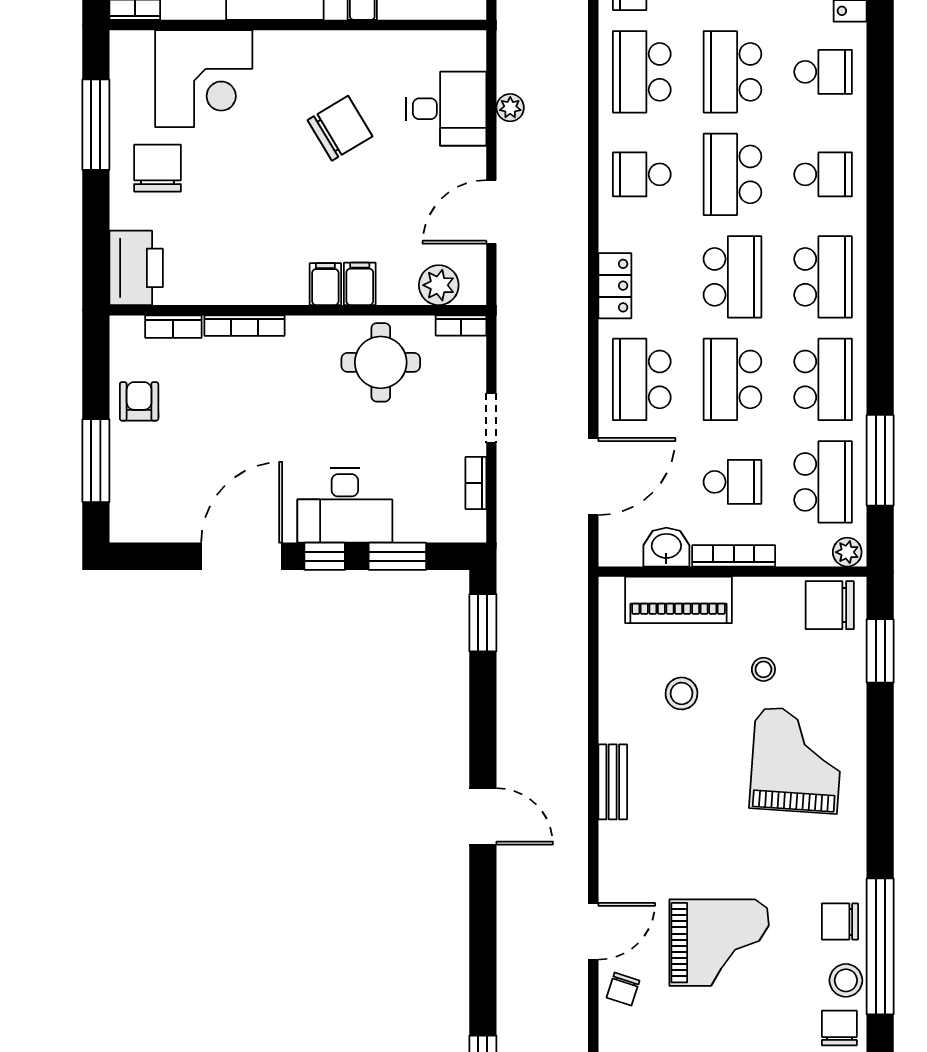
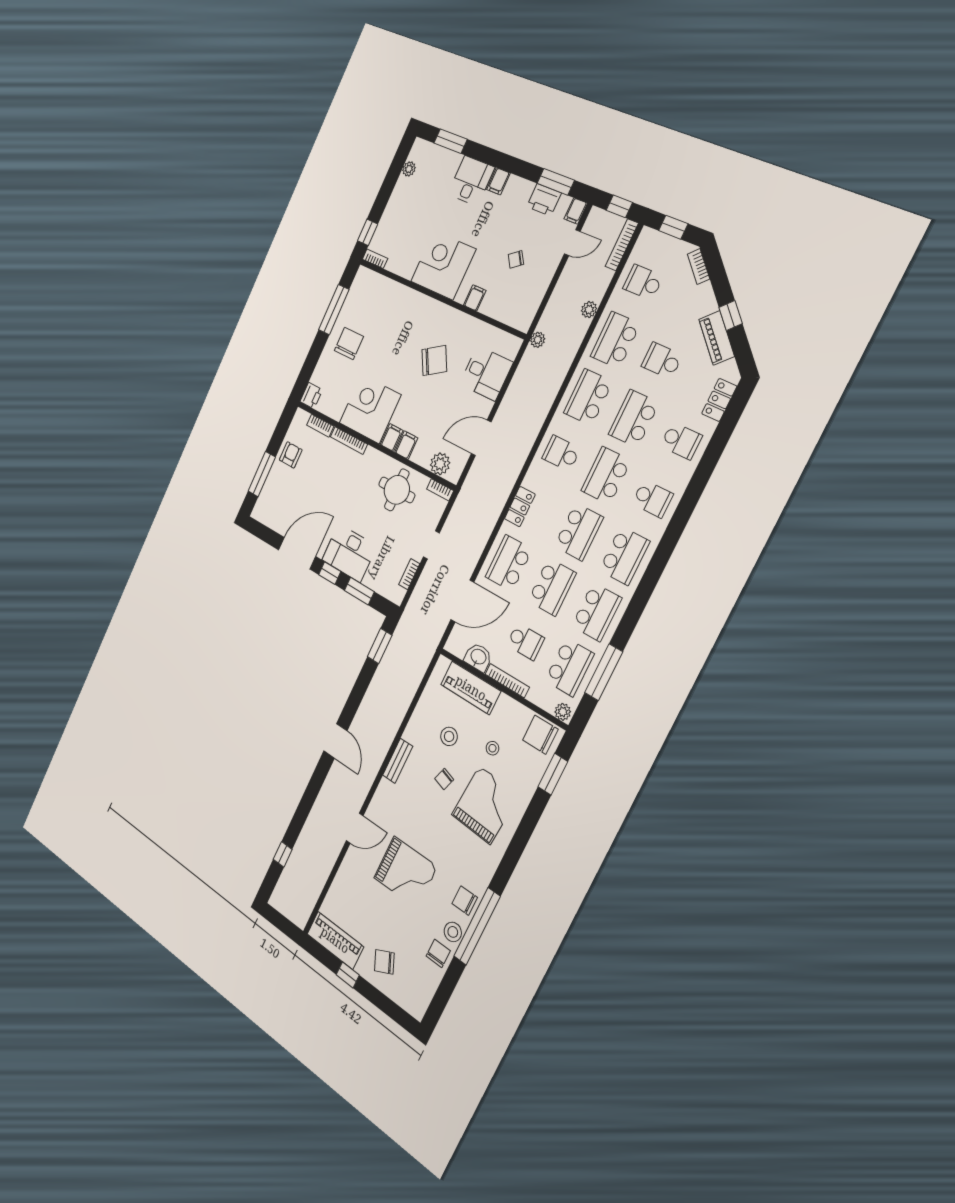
corner desk: (204, 79) -> (370, 409), moved, turned 180
plant: (510, 108) -> (538, 340), moved
printer: (136, 268) -> (311, 396), width x0.53, depth x0.68
school desk: (732, 379) -> (552, 587), turned 180
chair: (623, 989) -> (444, 779), moved

